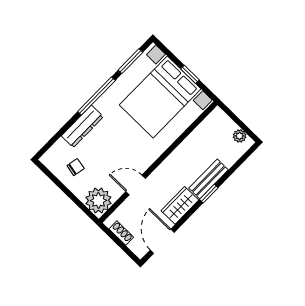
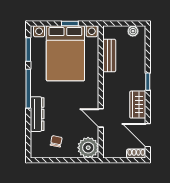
bench: (209, 179) -> (109, 56), moved
door: (136, 185) -> (101, 118), hinge flipped
shoe rack: (121, 233) -> (136, 154), moved

